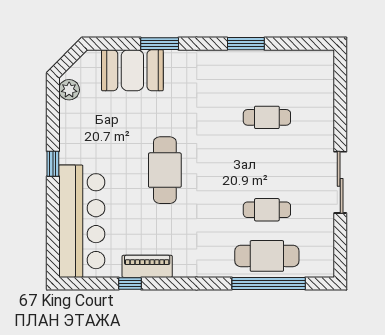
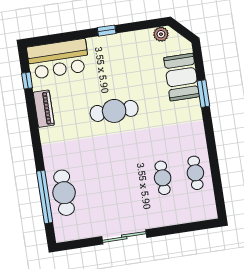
window: (246, 44) -> (213, 155), removed
cafe table: (267, 210) -> (195, 173), moved
bar counter: (82, 221) -> (58, 59), width x0.73
window: (130, 283) -> (27, 81), moved

